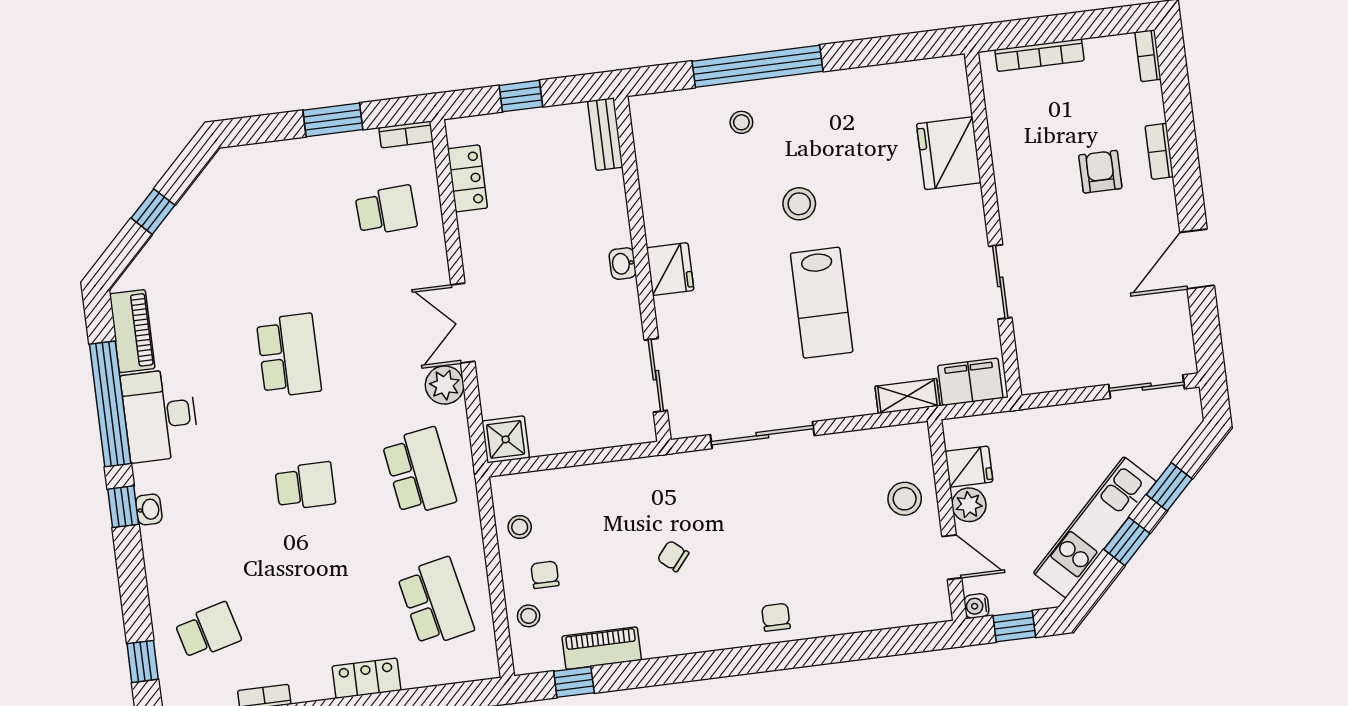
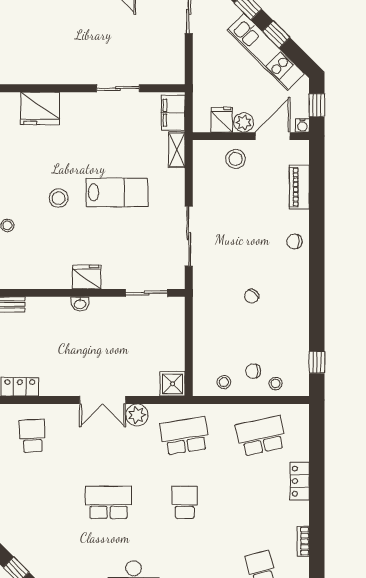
armchair: (1100, 172) -> (62, 23), removed
door: (952, 557) -> (273, 136), width x1.38
piano: (602, 648) -> (299, 187), moved

